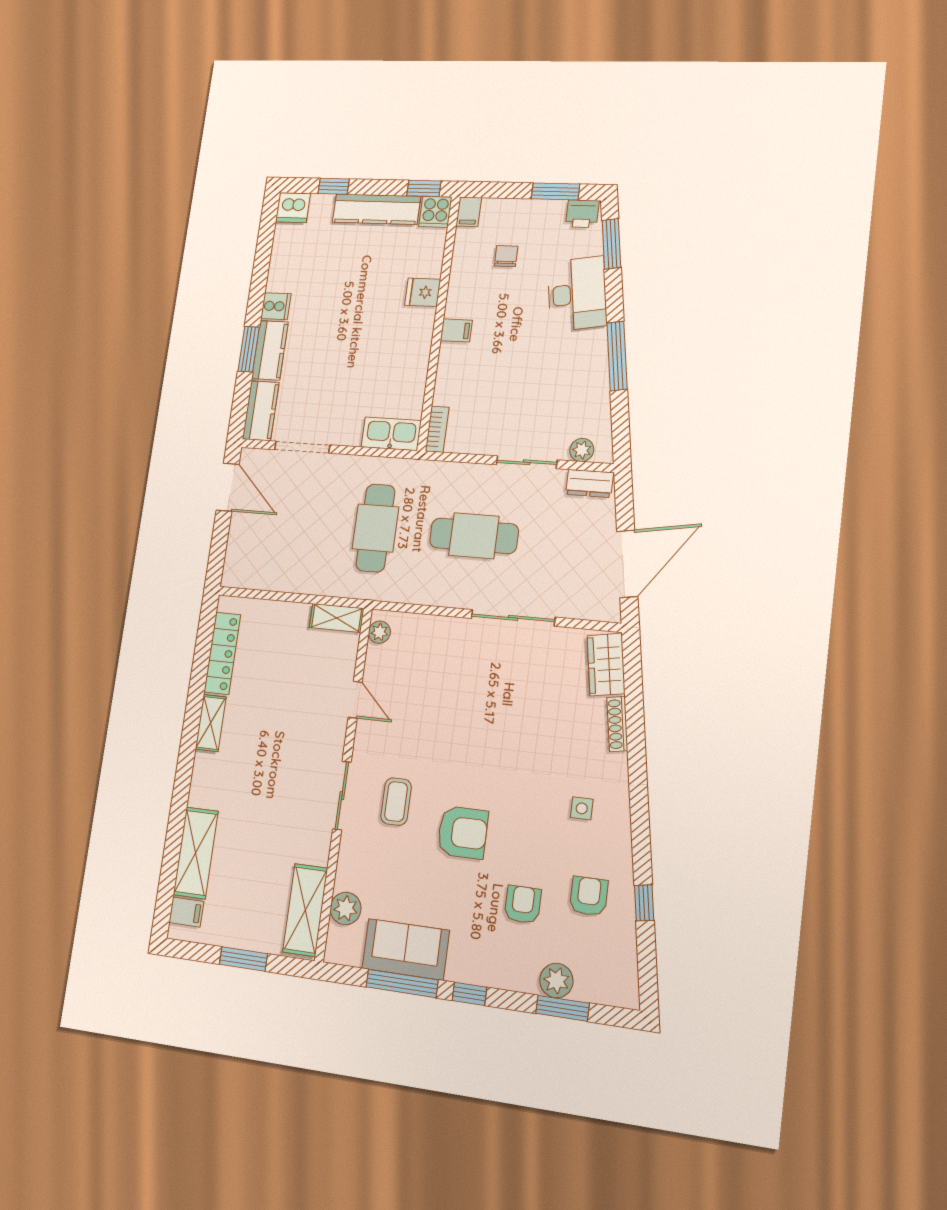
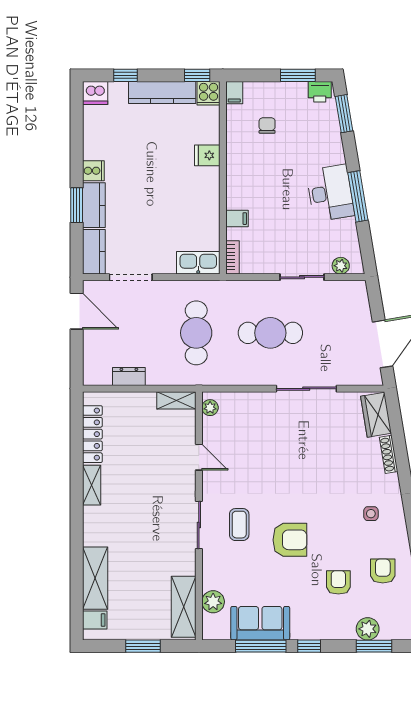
desk: (577, 294) -> (330, 193), moved
filing cabinet: (456, 330) -> (237, 219), moved
dresser: (590, 483) -> (129, 376), moved, turned 180

